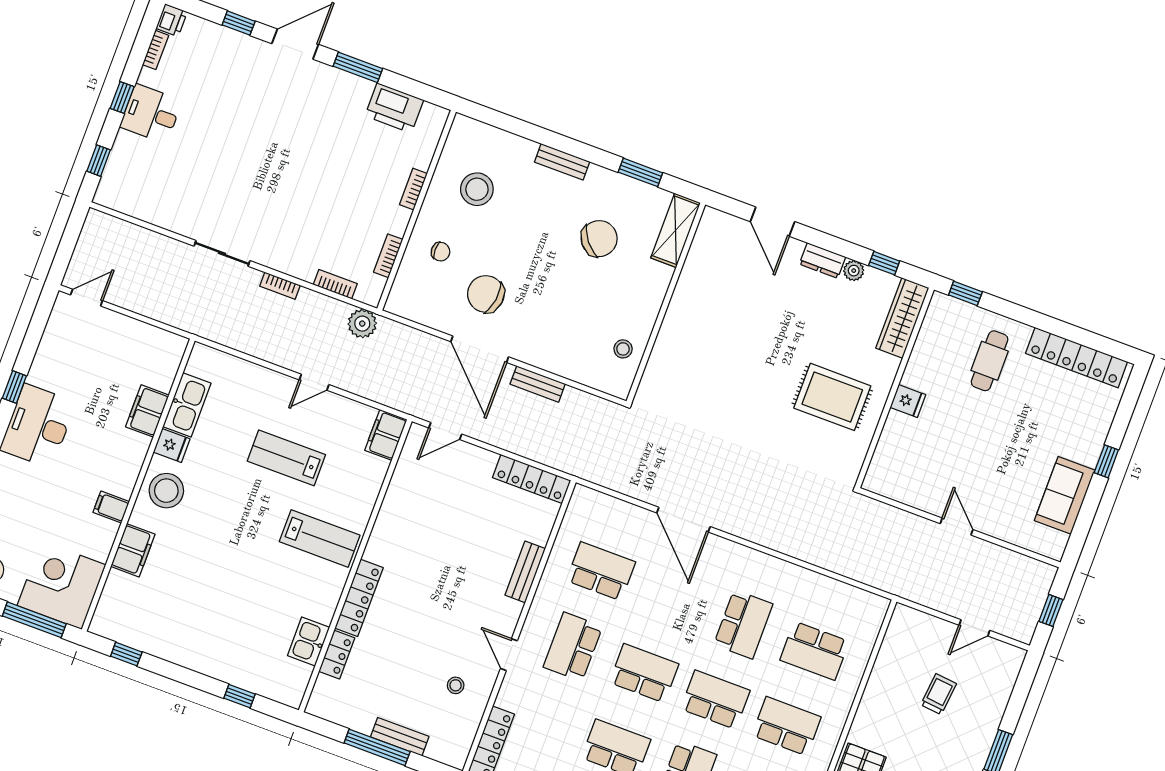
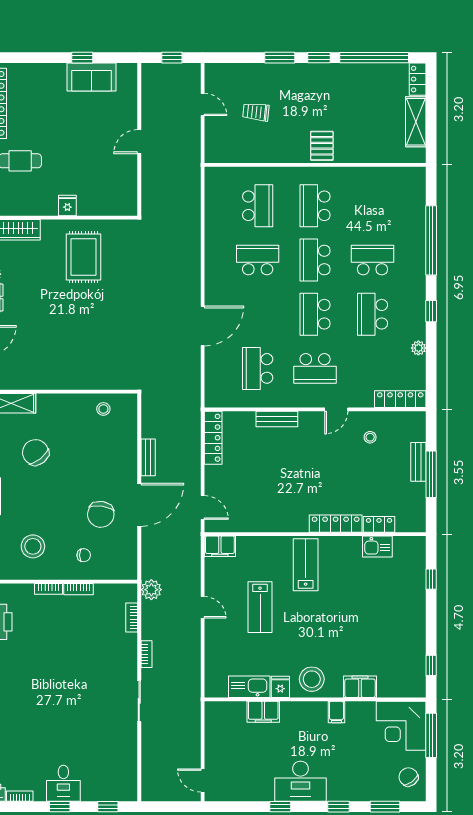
chair: (441, 252) -> (84, 555), turned 90
bookcase: (388, 256) -> (79, 589), moved
window: (1106, 461) -> (82, 58), moved

